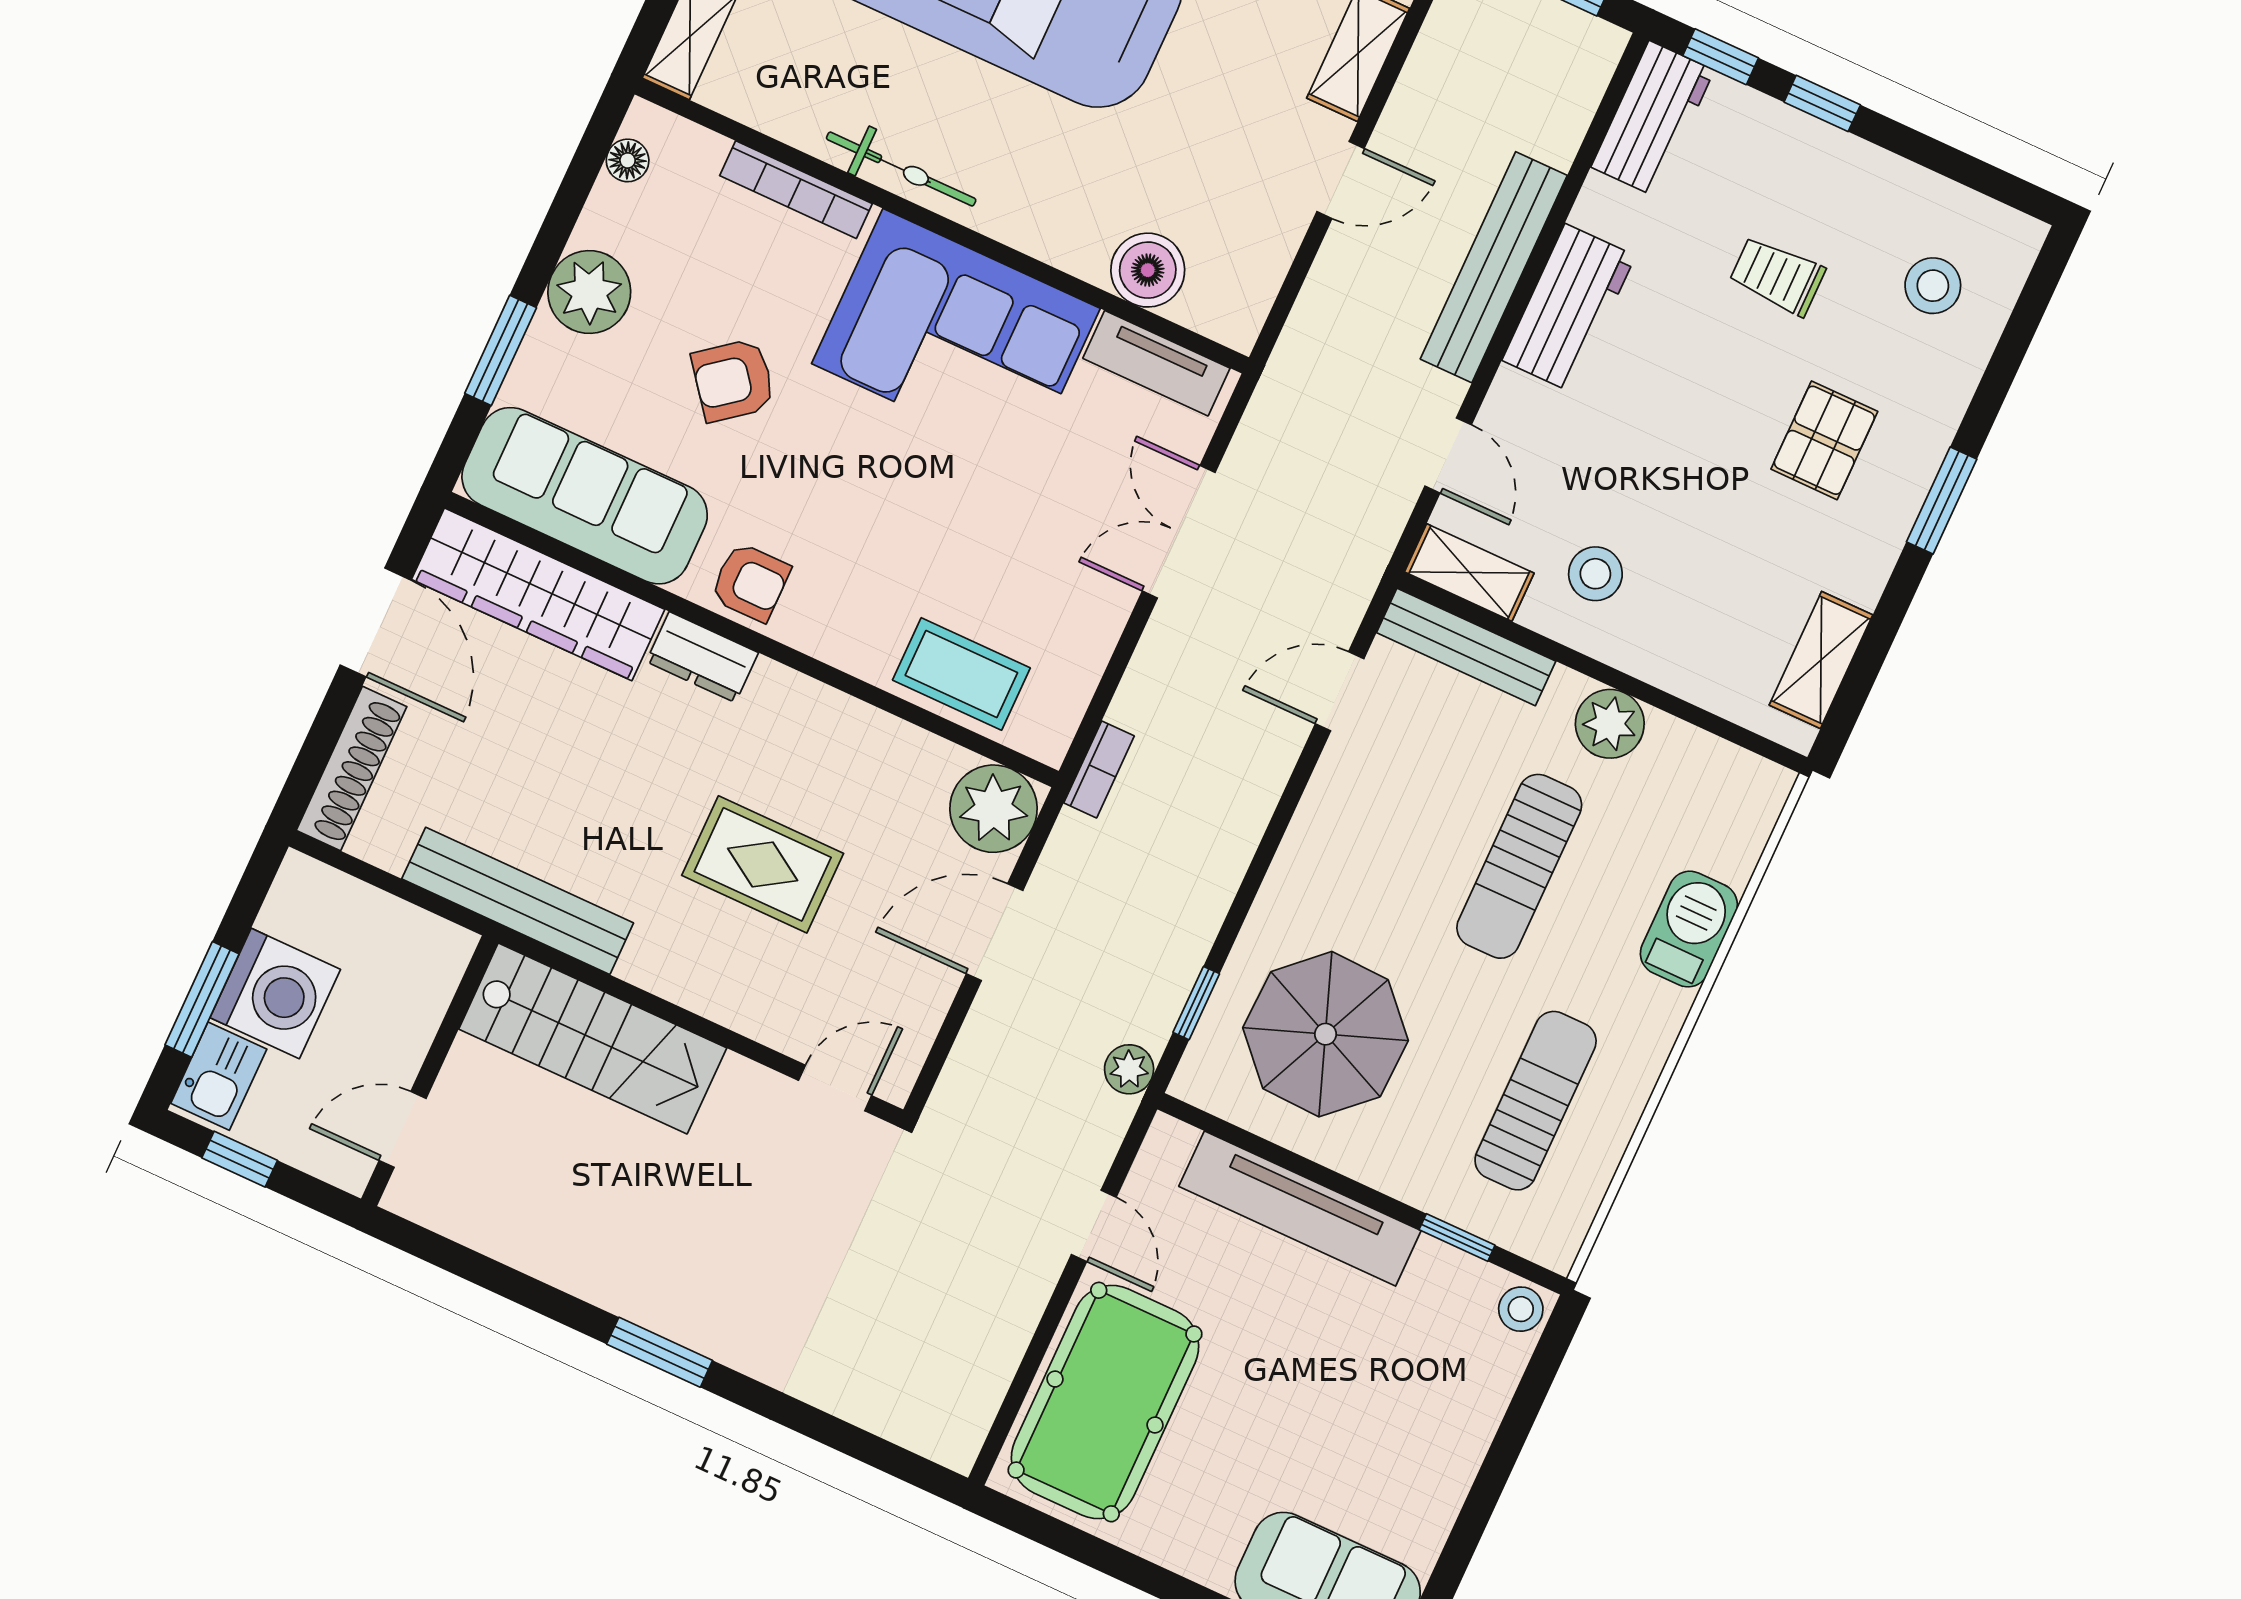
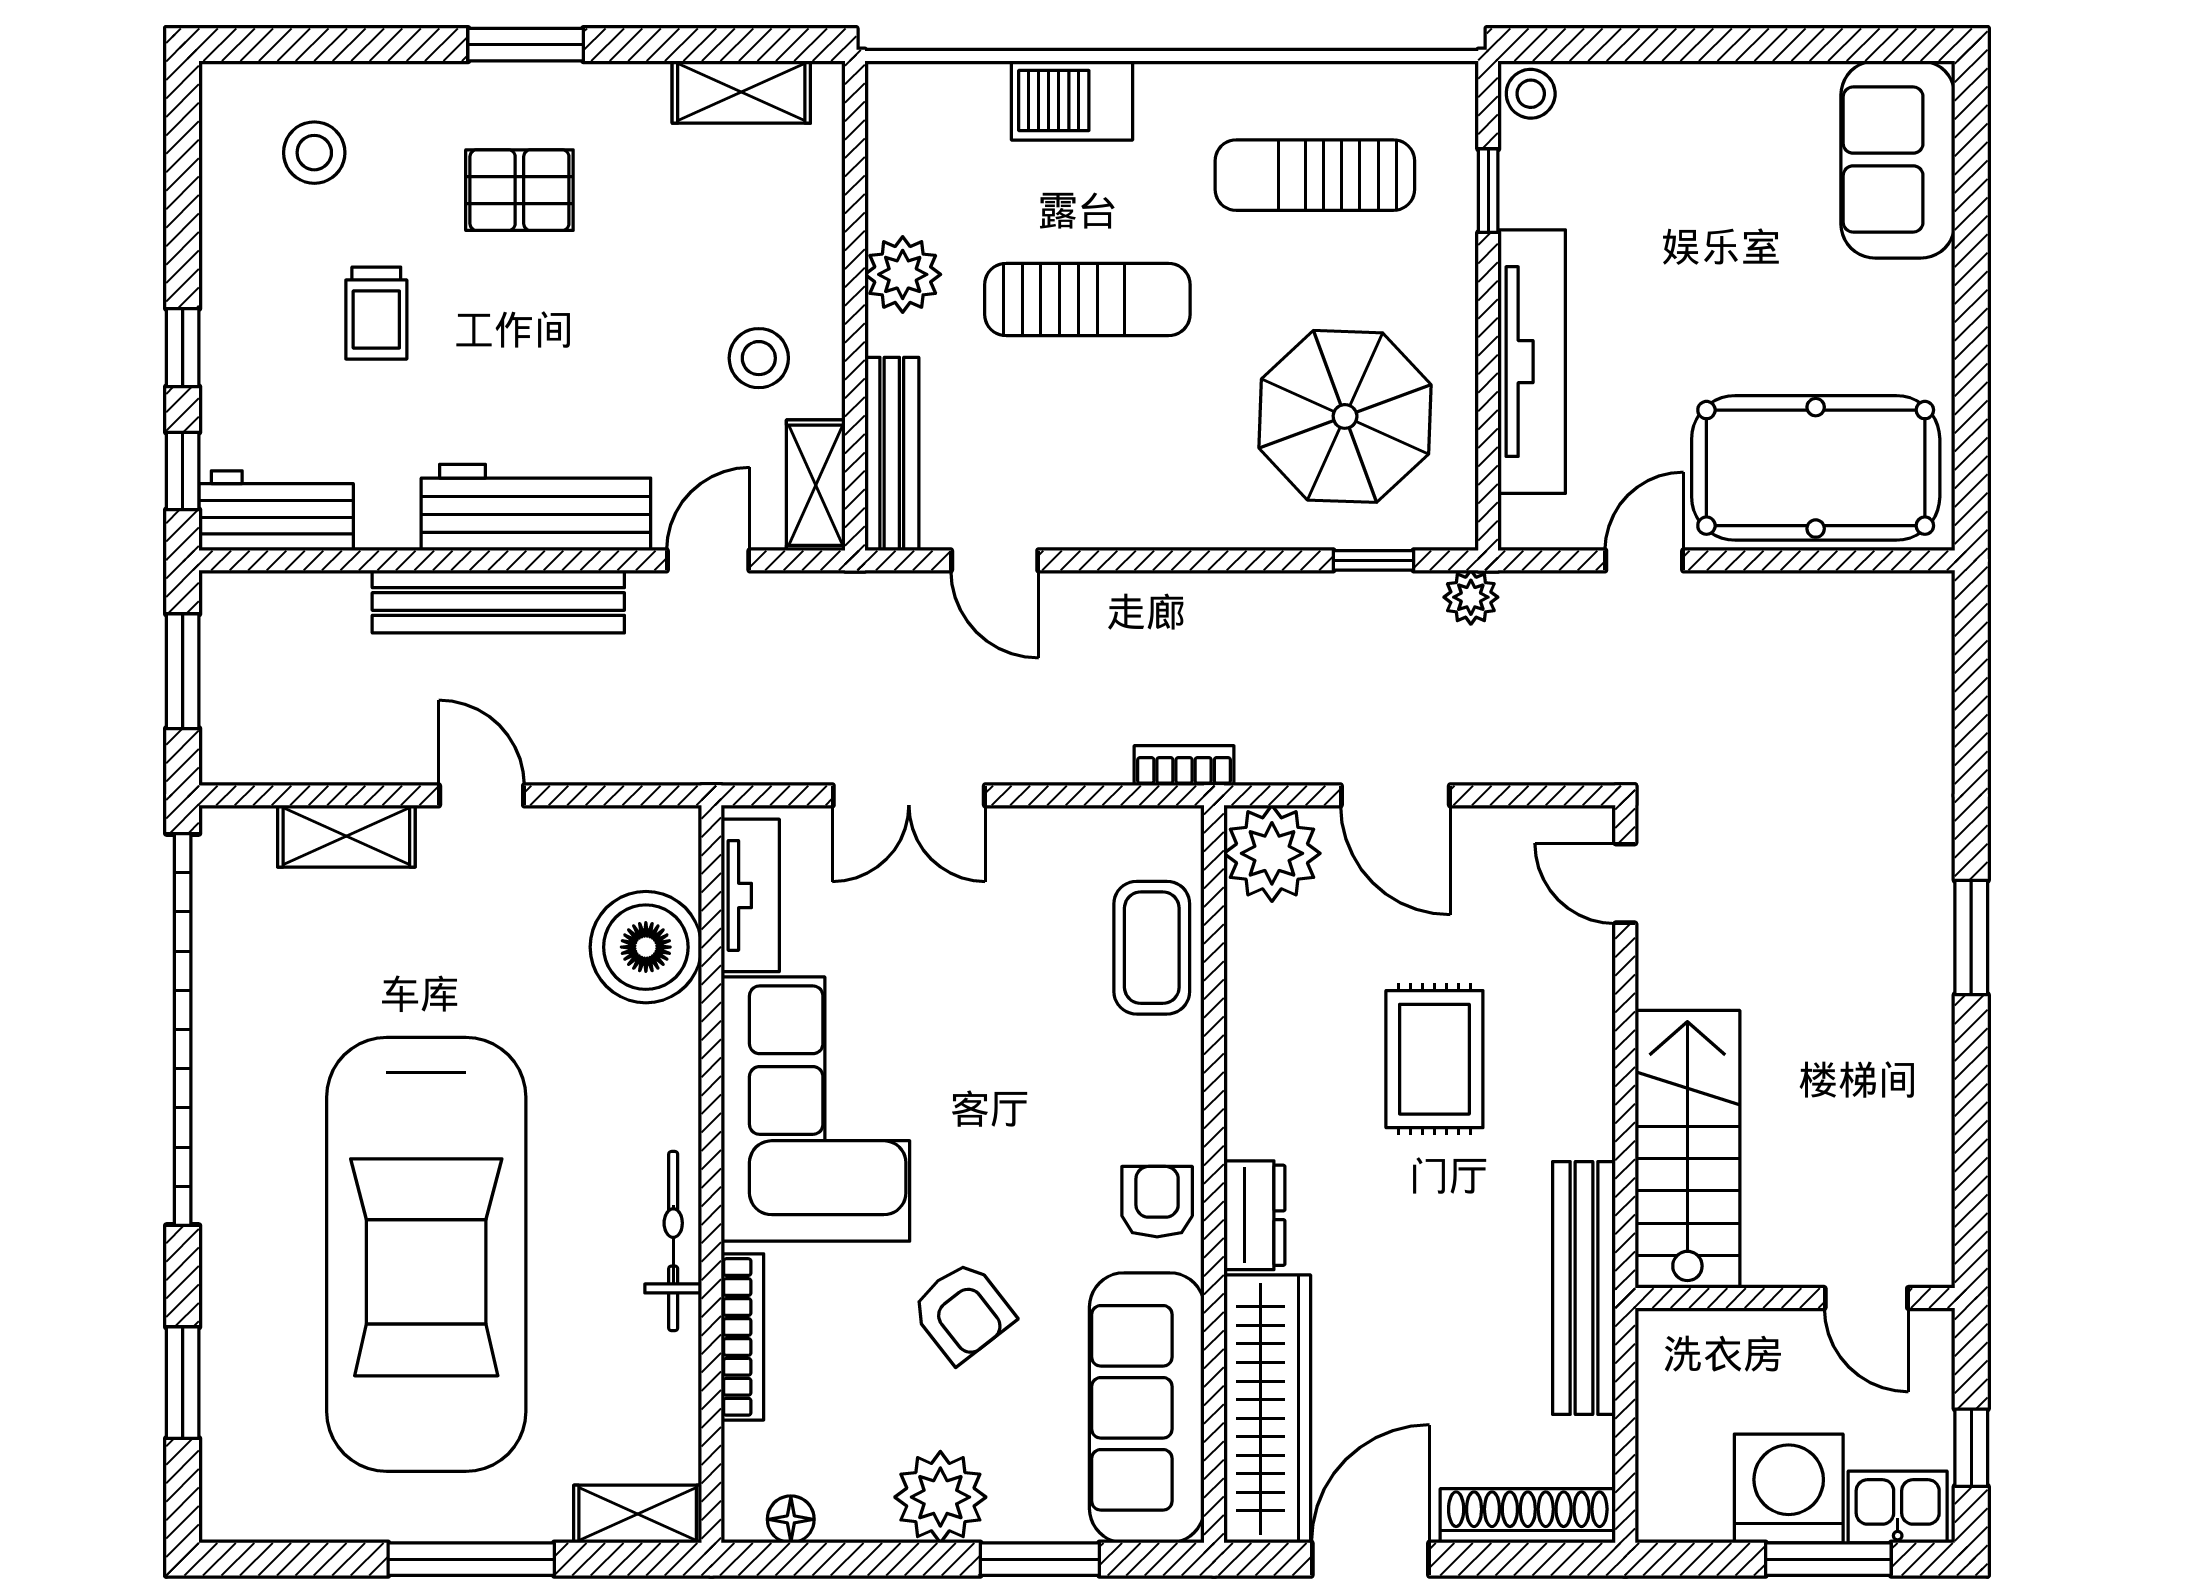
boiler: (1148, 270) -> (646, 947), width x1.37, depth x1.37
workbench: (1569, 308) -> (536, 507), width x1.38

